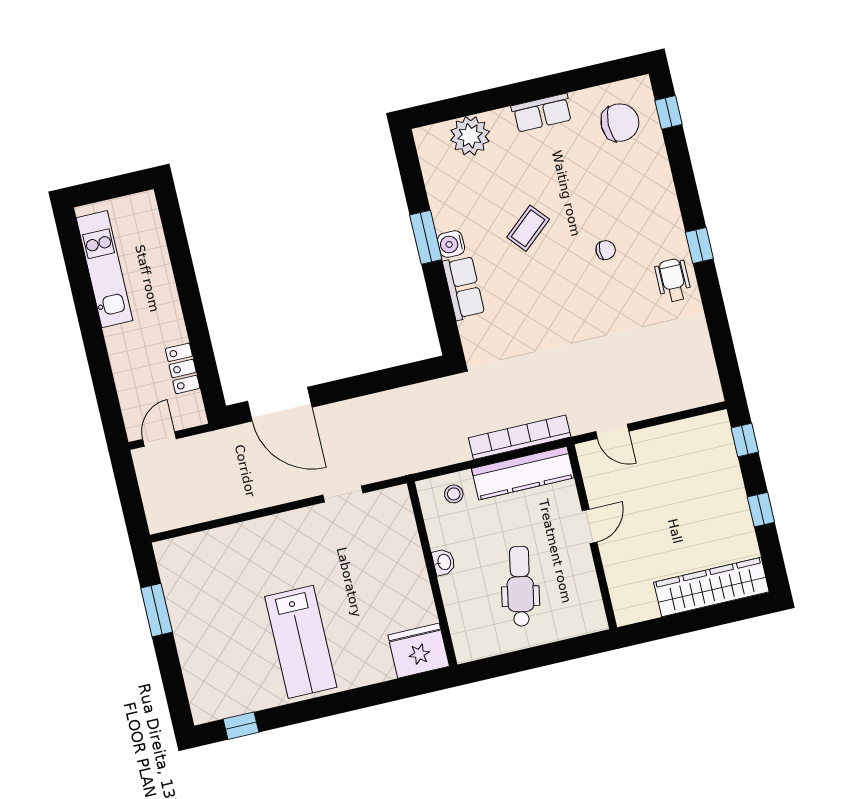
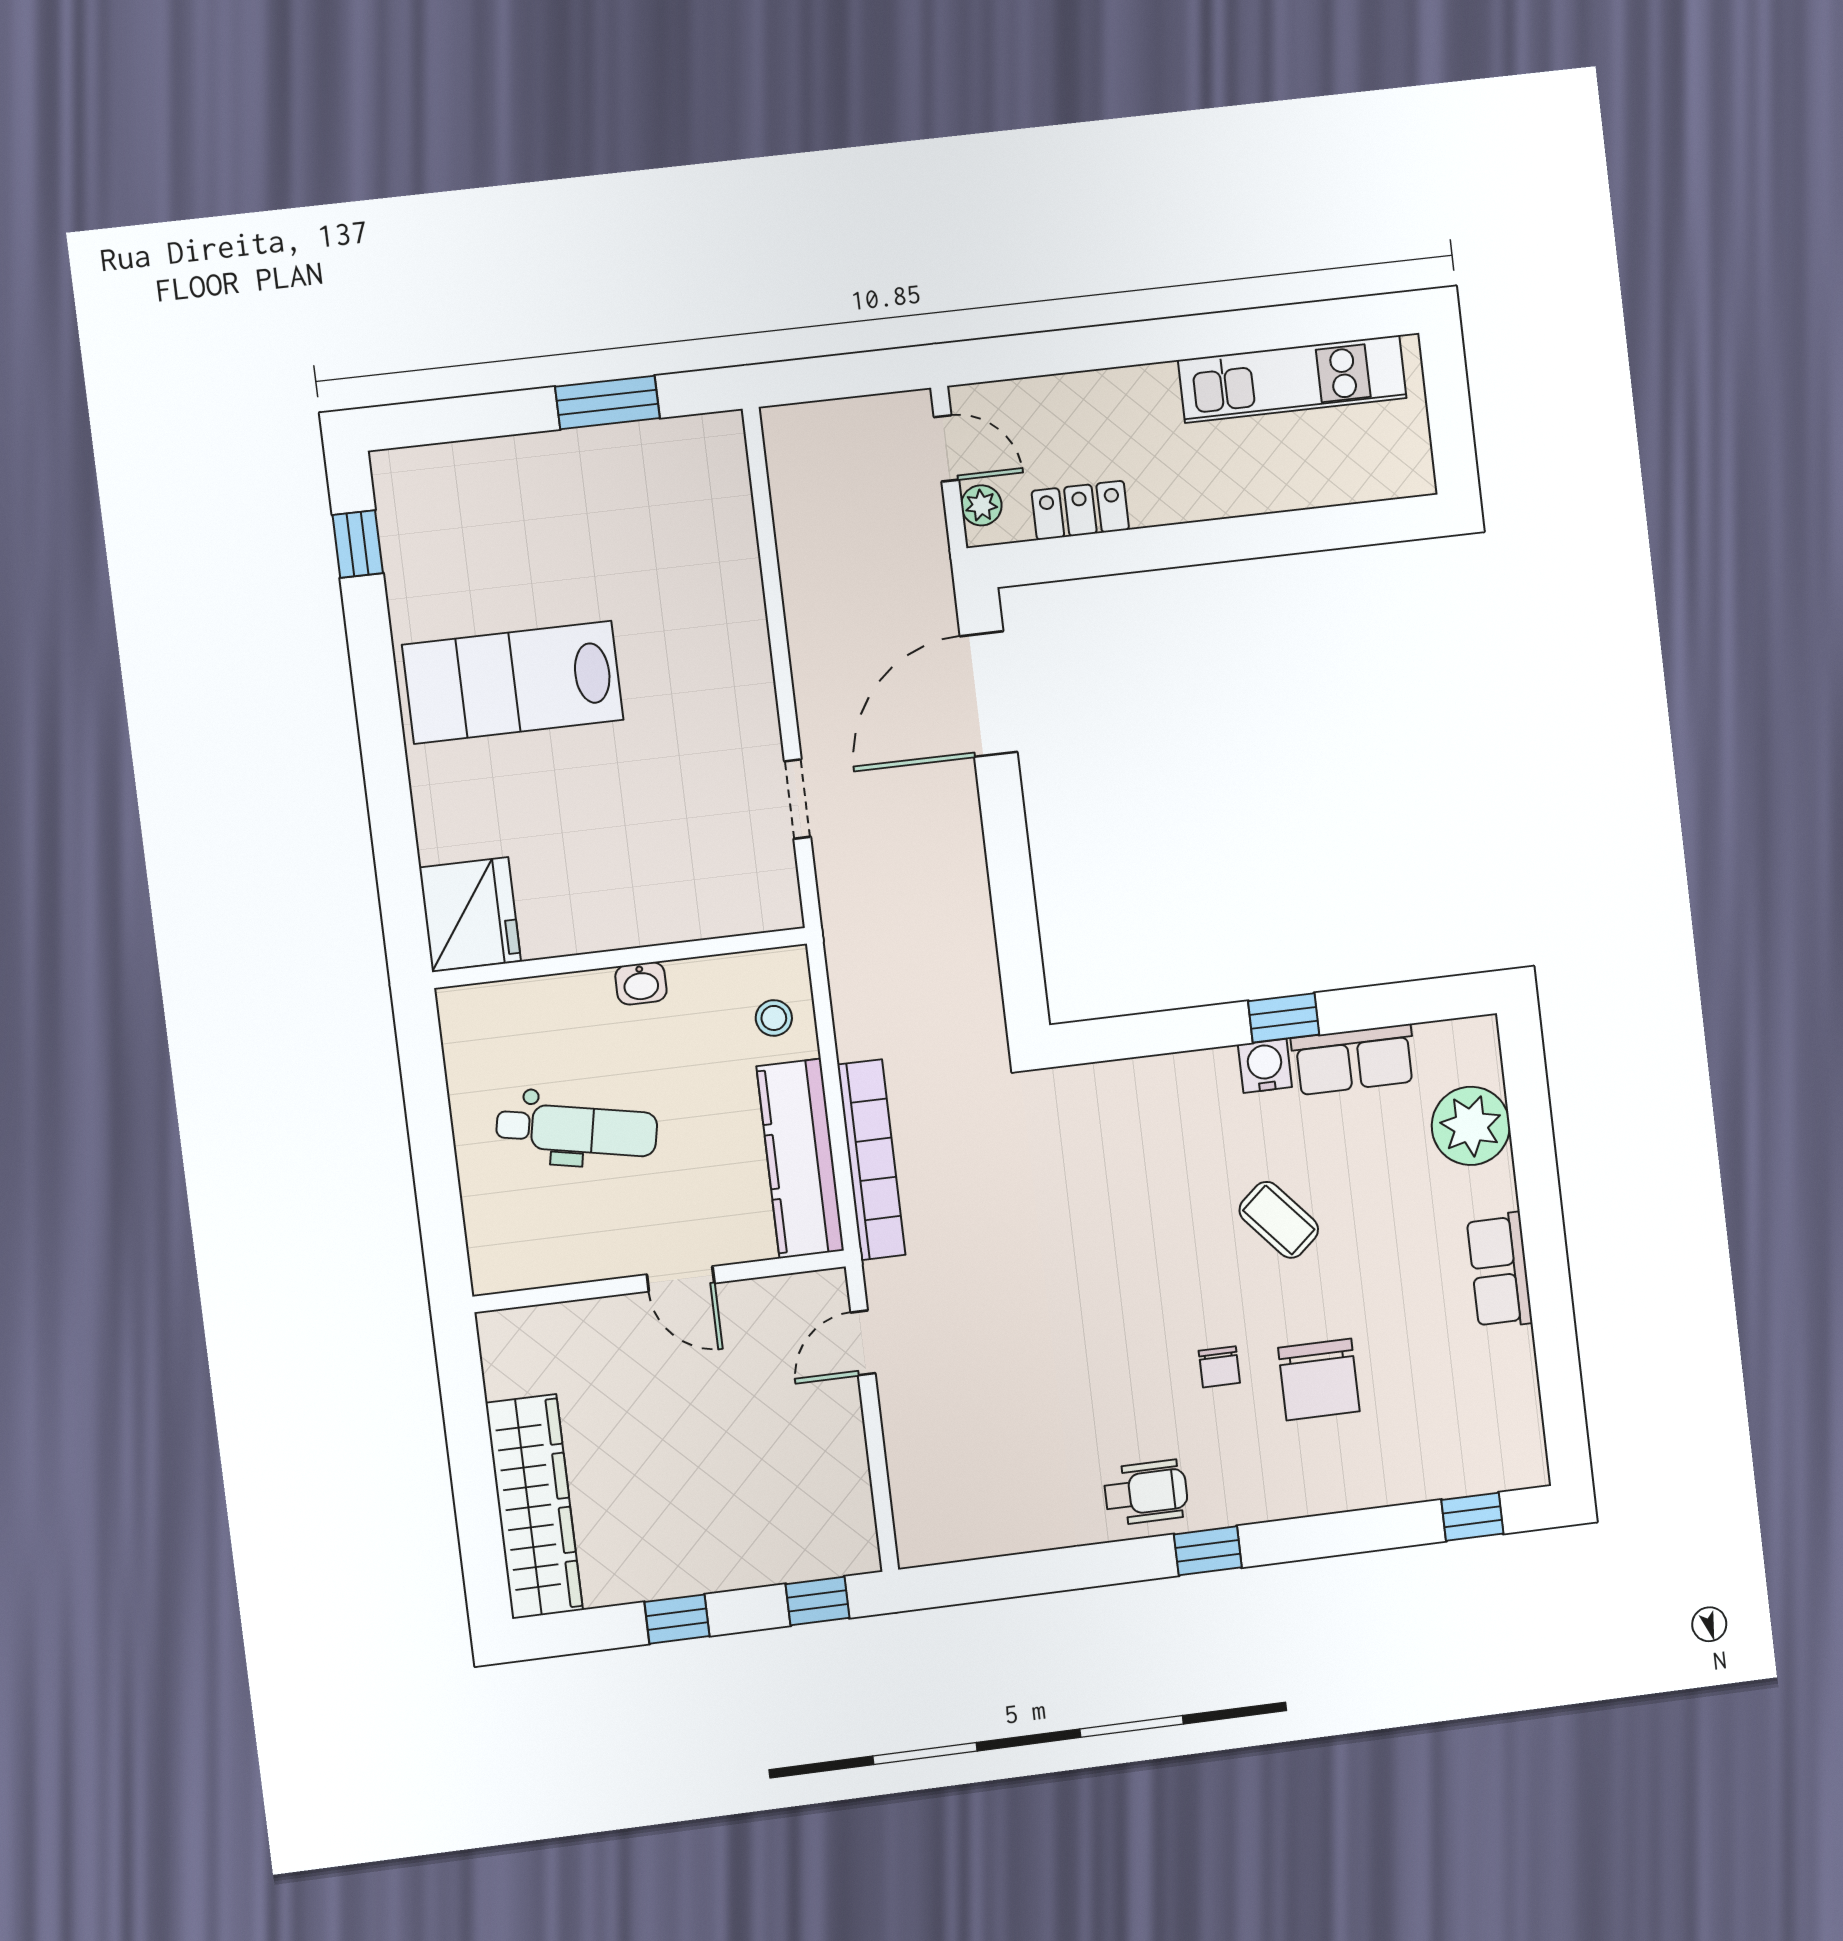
chair: (620, 123) -> (1319, 1380), moved
window: (426, 237) -> (1284, 1018), width x0.67
row of seats: (464, 288) -> (1354, 1060), moved
plant: (186, 418) -> (981, 505), added

